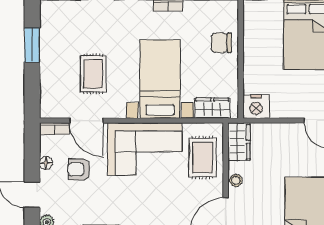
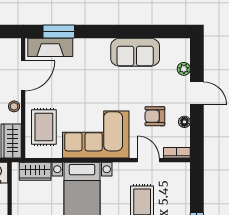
door: (86, 121) -> (148, 160), width x0.73
armchair: (79, 169) -> (155, 116), turned 180

